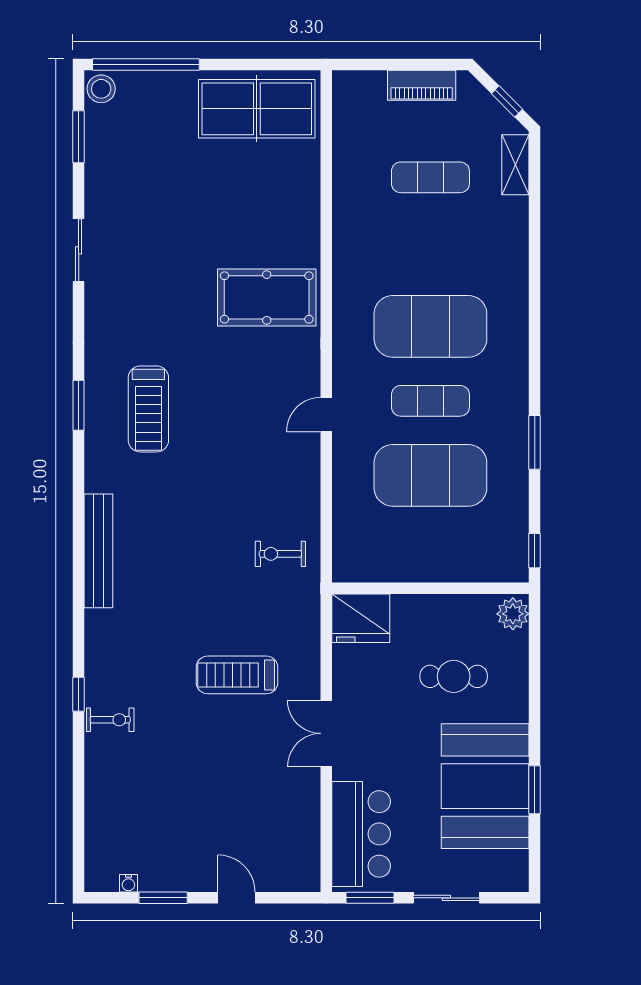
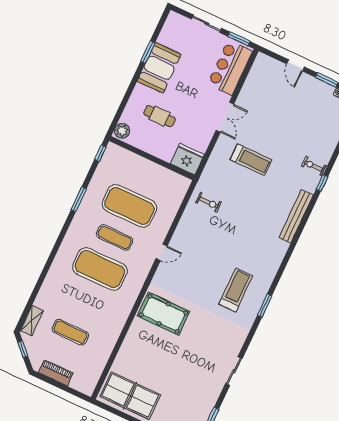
bench: (98, 551) -> (296, 216), moved
booth: (485, 786) -> (159, 68), width x0.73, depth x0.70

